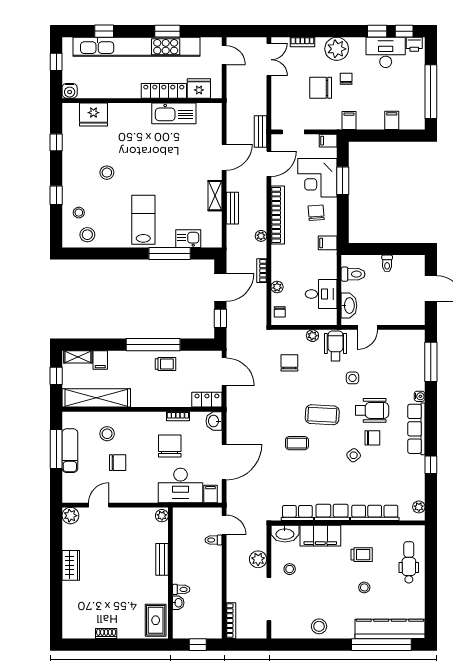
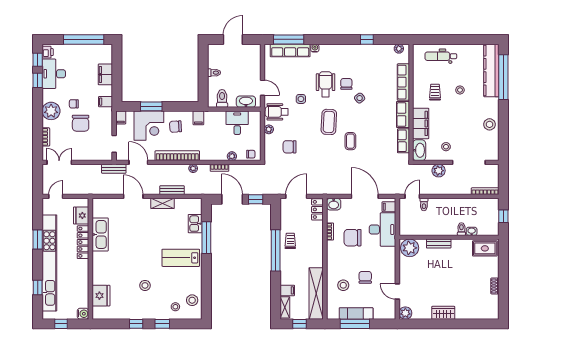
filing cabinet: (392, 120) -> (105, 74), width x2.00
window: (56, 142) -> (136, 324), moved
row of seats: (416, 429) -> (290, 50), moved
plant: (162, 516) -> (410, 248), width x1.88, depth x1.88

